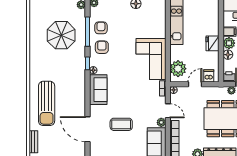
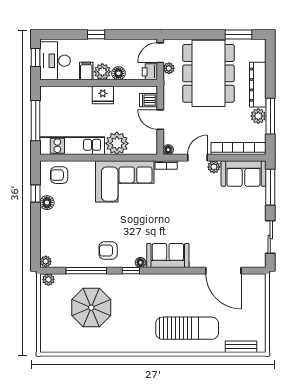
armchair: (101, 28) -> (59, 175), moved
plant: (178, 69) -> (117, 143), moved
coffee table: (121, 124) -> (217, 223), removed
door: (88, 129) -> (223, 271), hinge flipped

